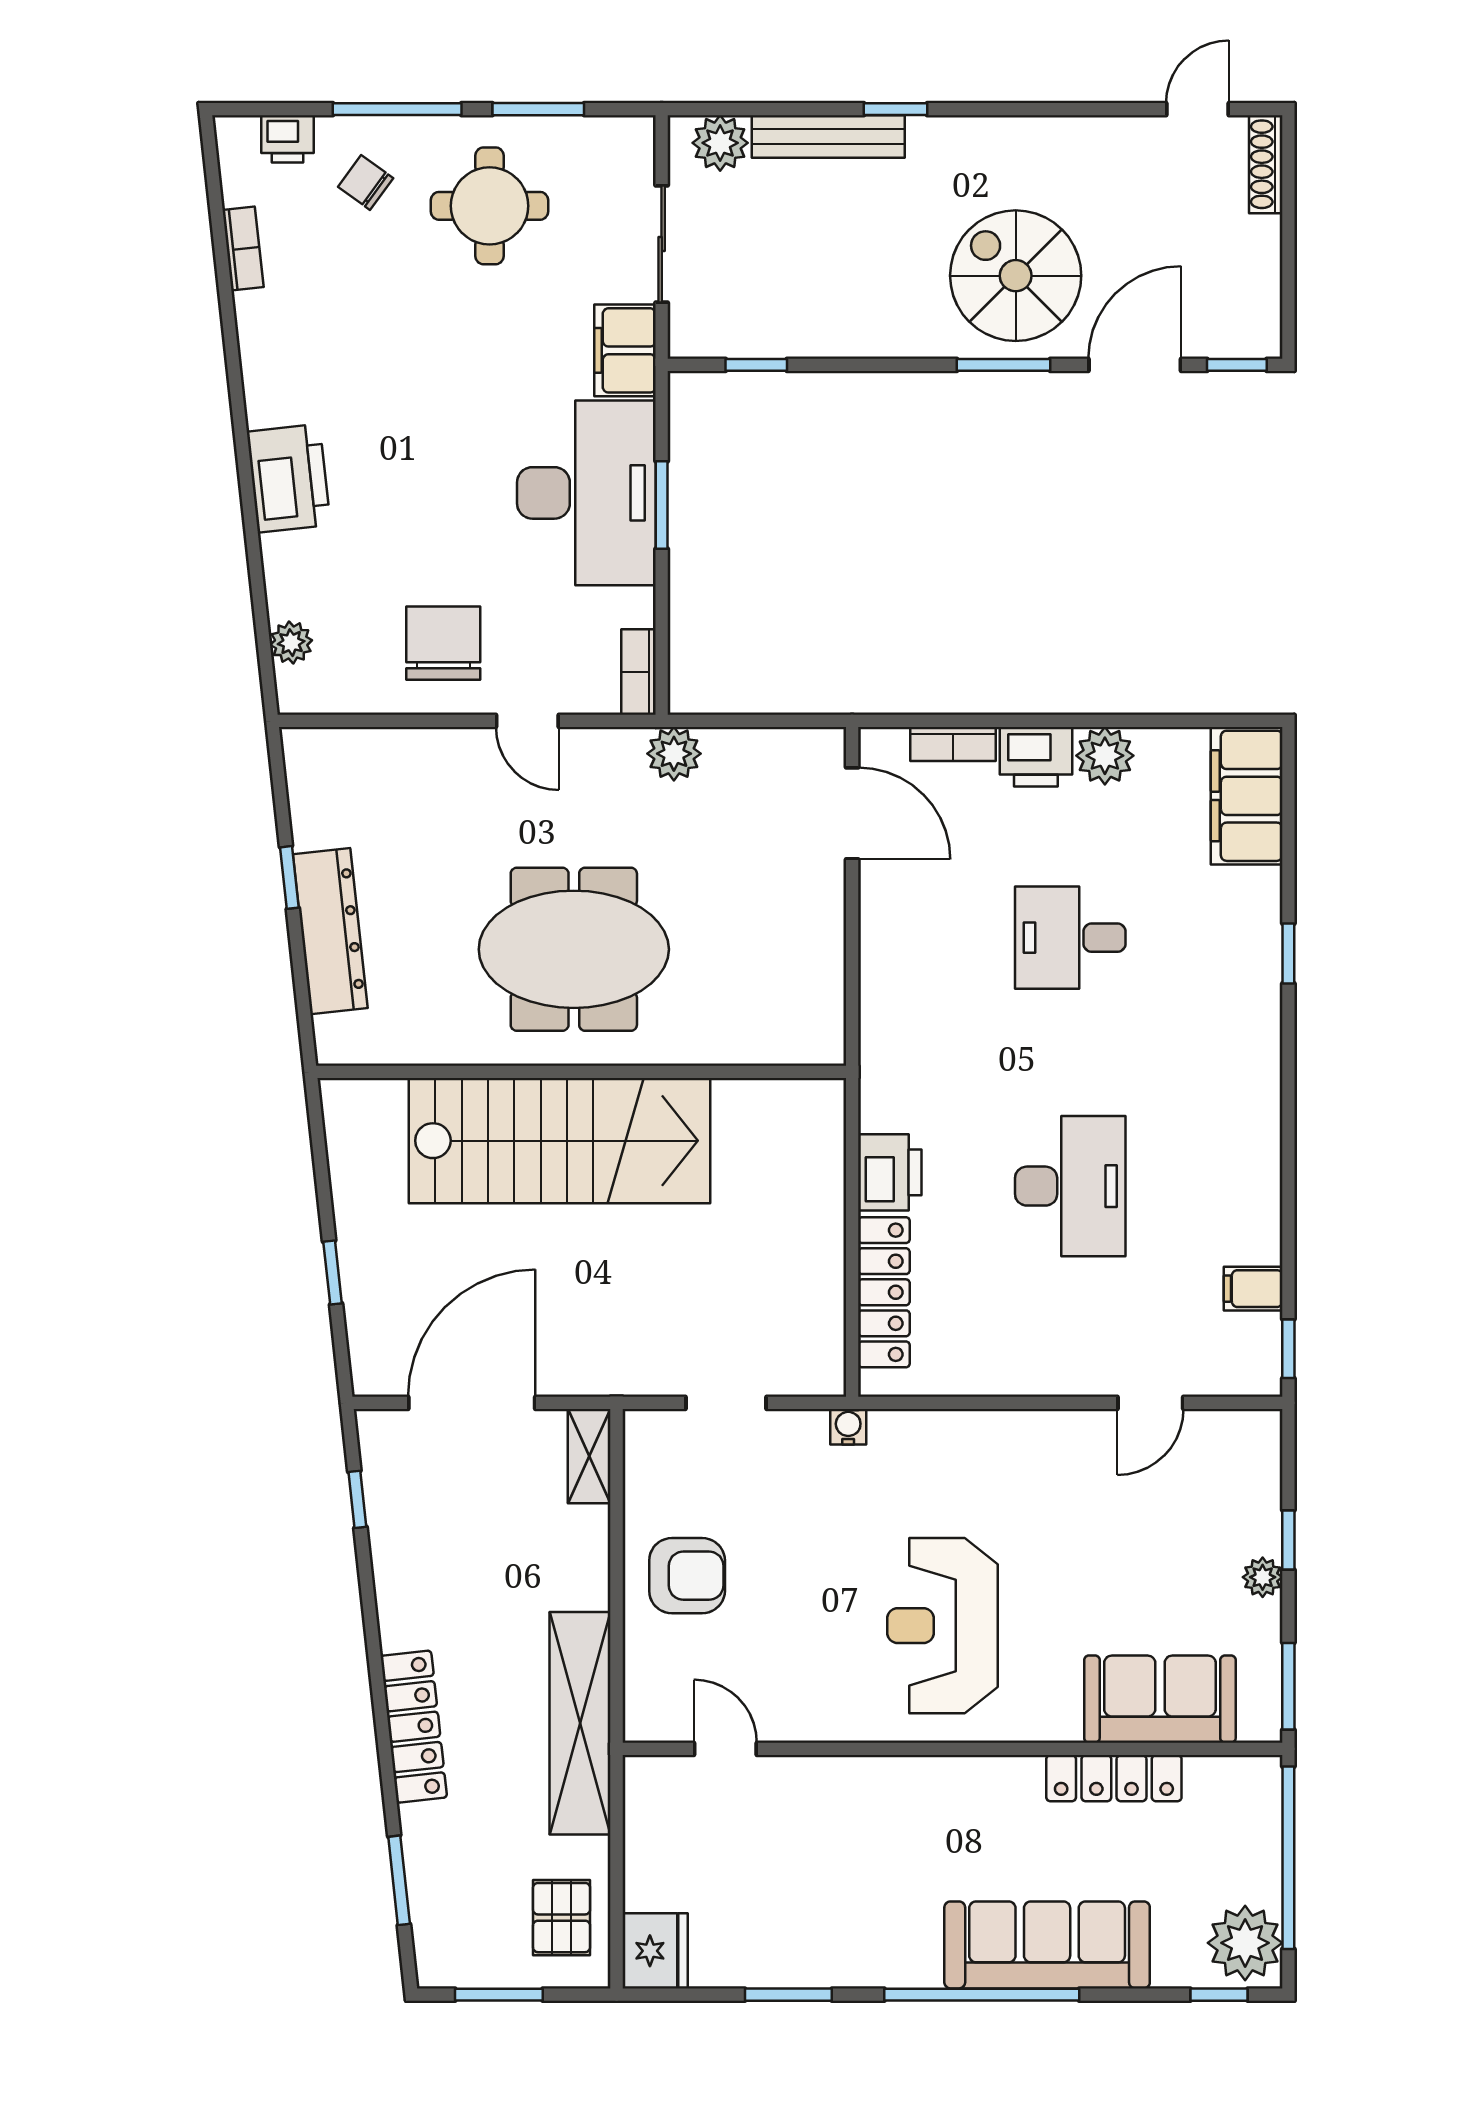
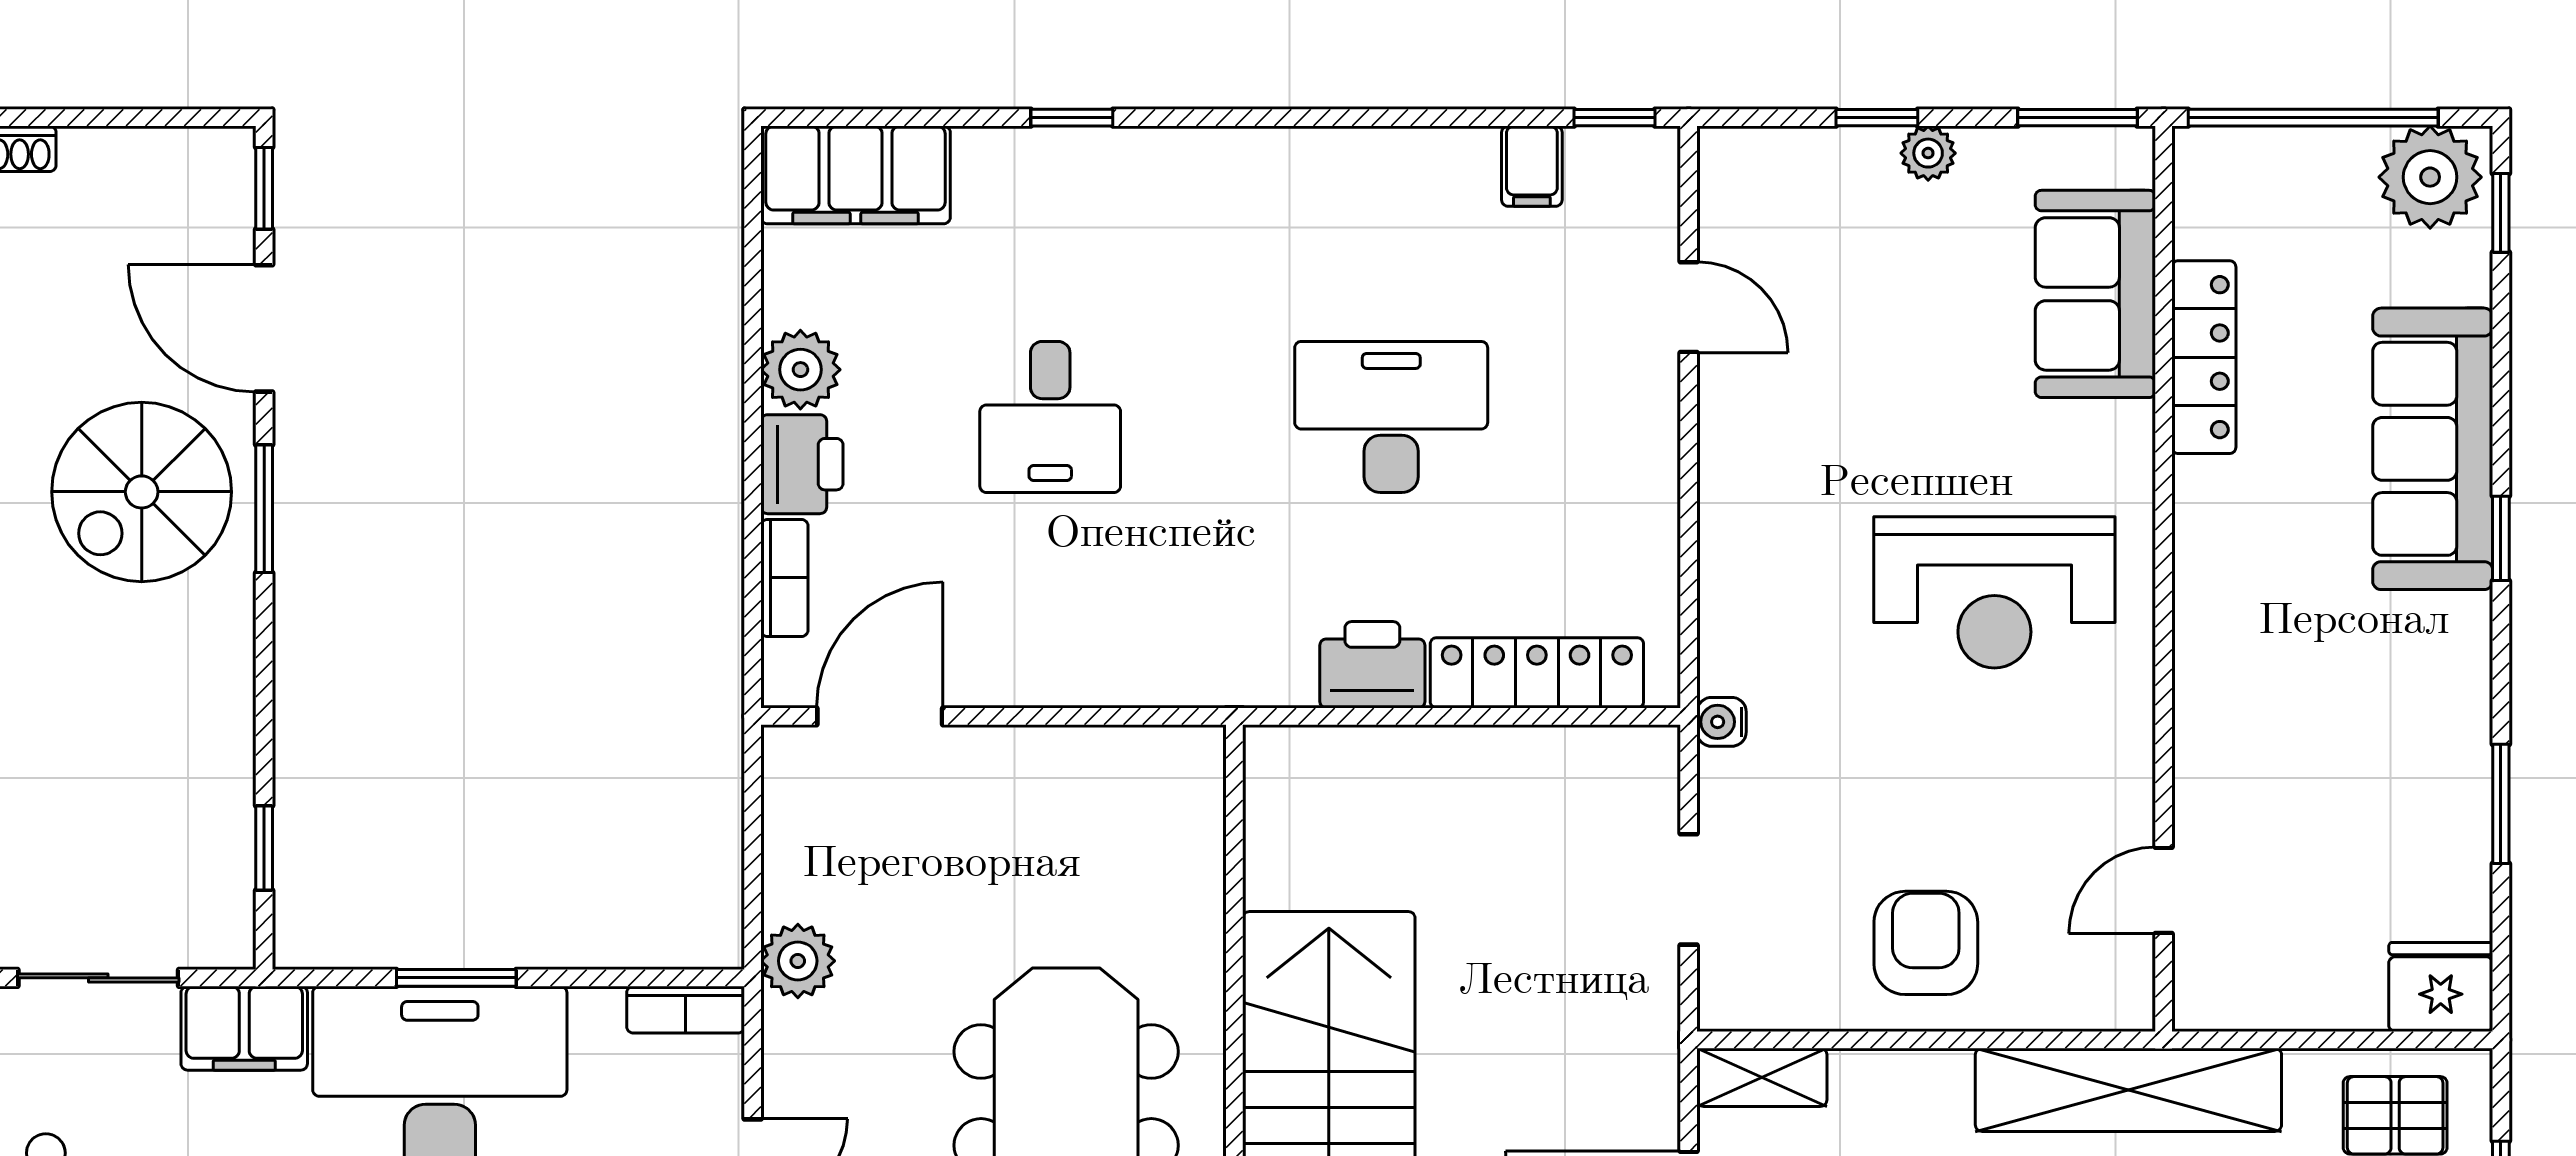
window: (982, 1995) -> (2501, 538), width x0.32

